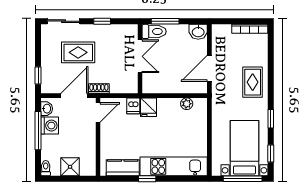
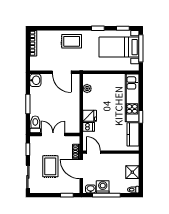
toilet: (154, 31) -> (35, 124), moved
double door: (140, 56) -> (53, 134), moved
wall: (140, 59) -> (55, 134), moved

